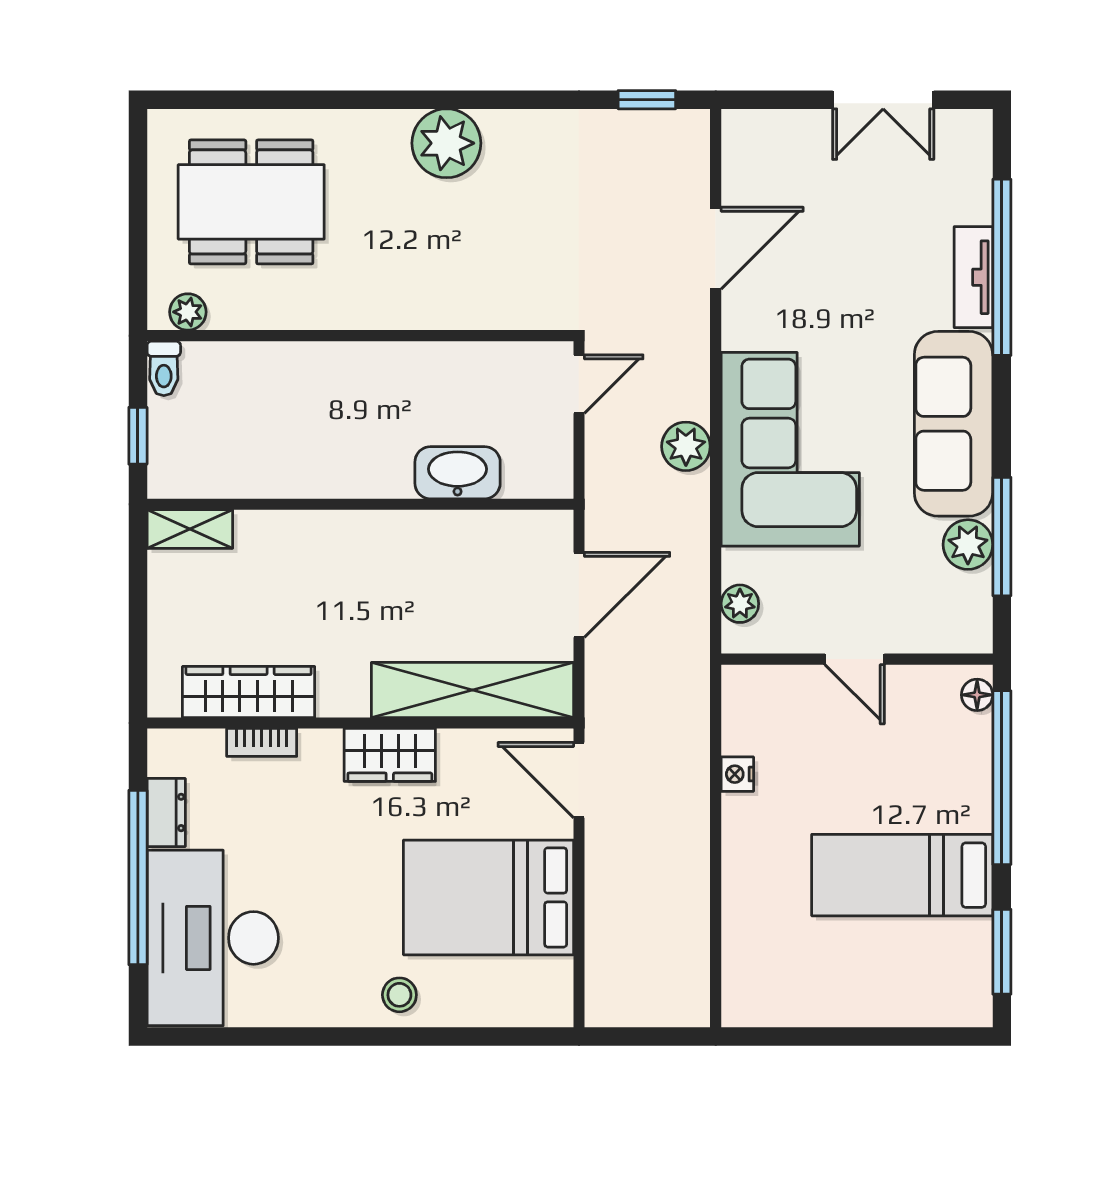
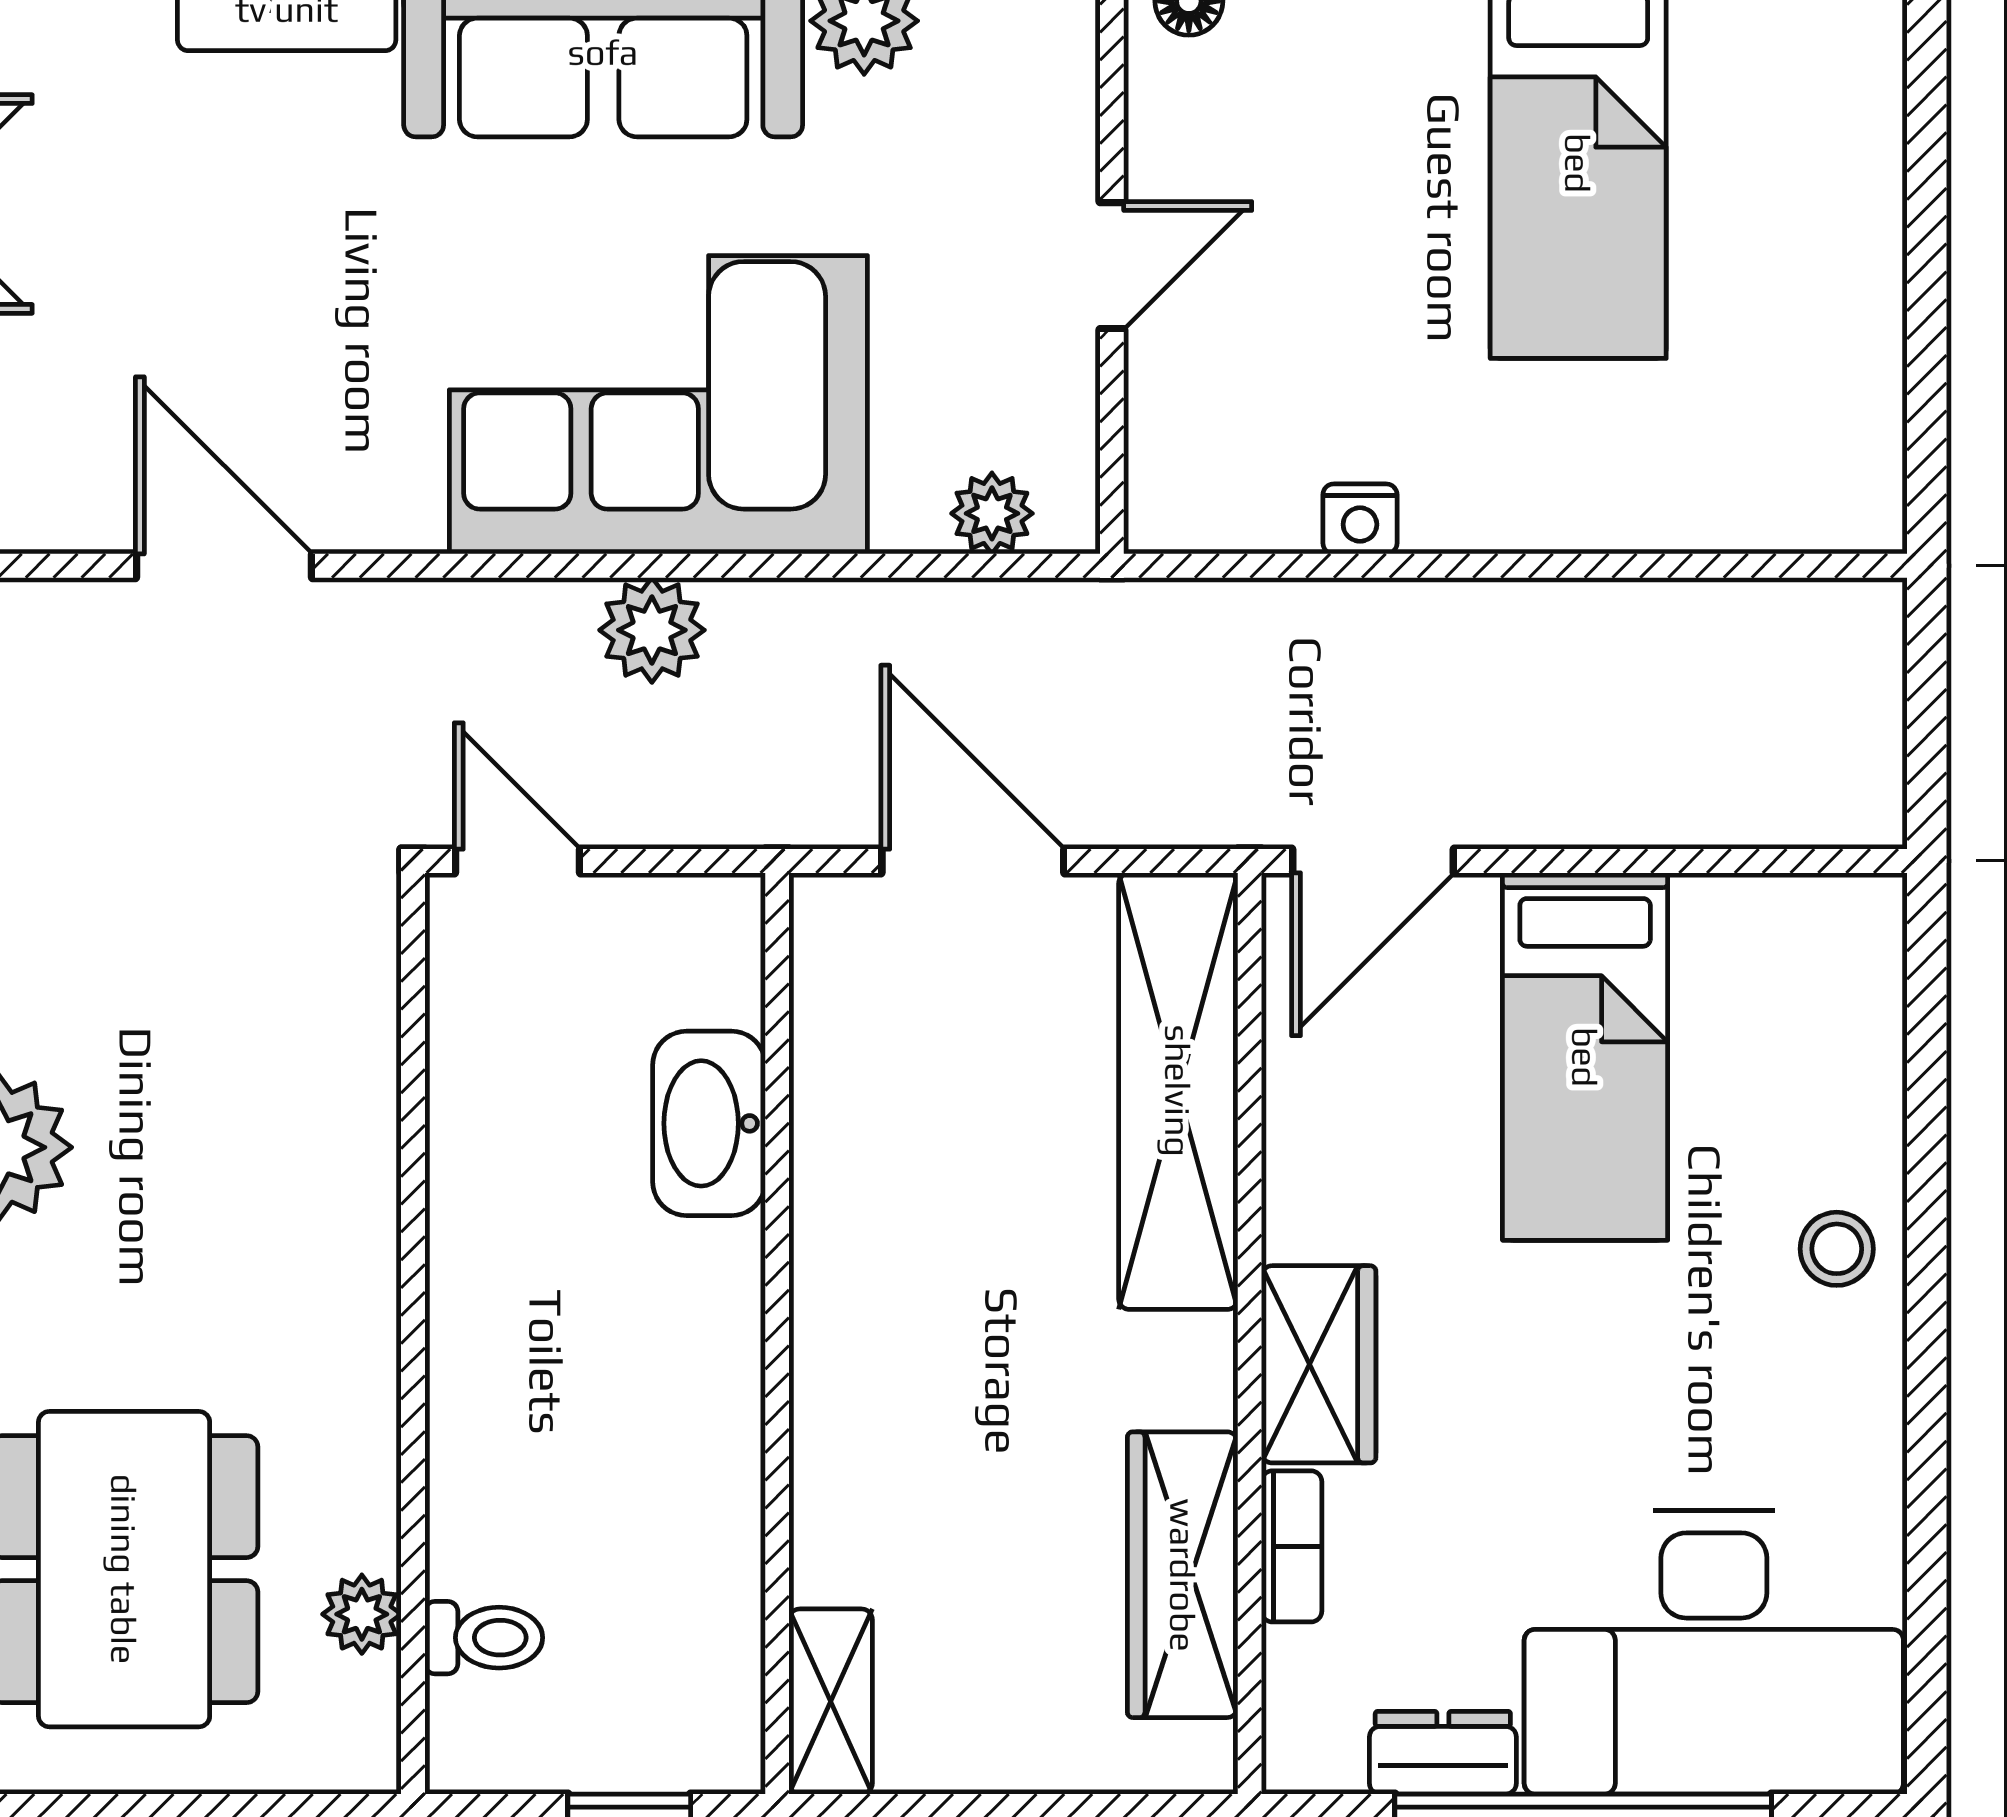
plant: (188, 312) -> (362, 1614), moved
toilet: (164, 368) -> (484, 1638), moved
wardrobe: (390, 755) -> (1319, 1364), moved
bed: (488, 897) -> (1585, 1057), width x0.67

